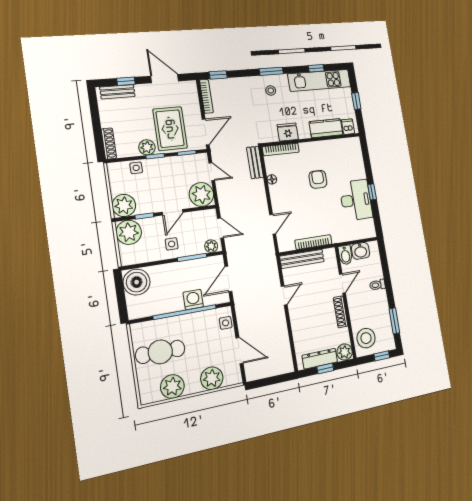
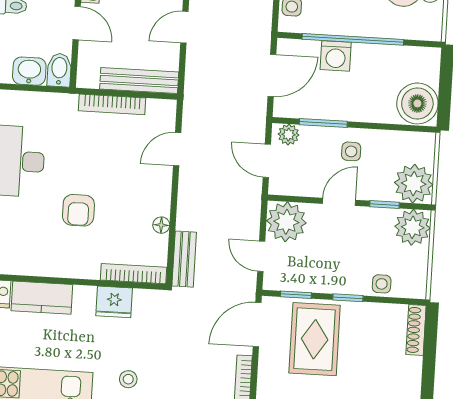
plant: (147, 147) -> (358, 314), removed
door: (342, 283) -> (77, 23), swing flipped

